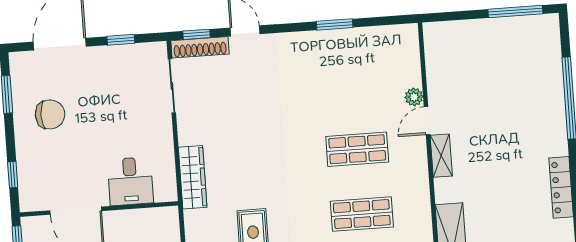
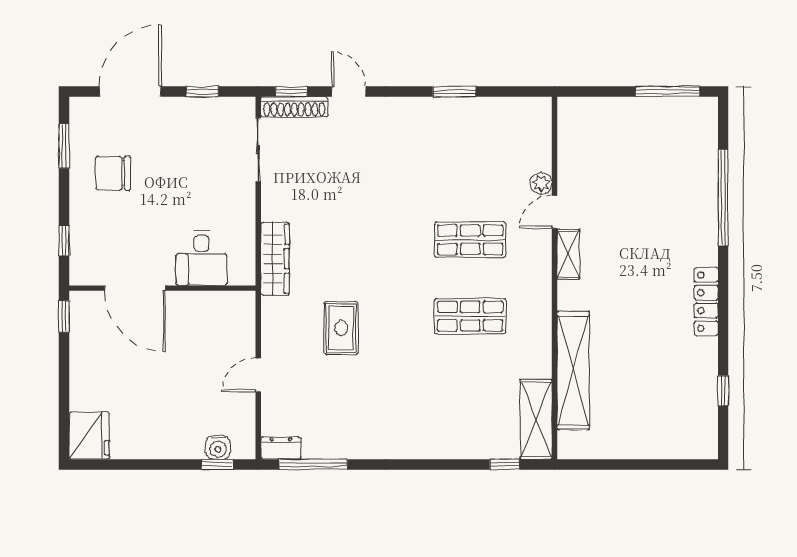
chair: (50, 114) -> (113, 173), turned 180

